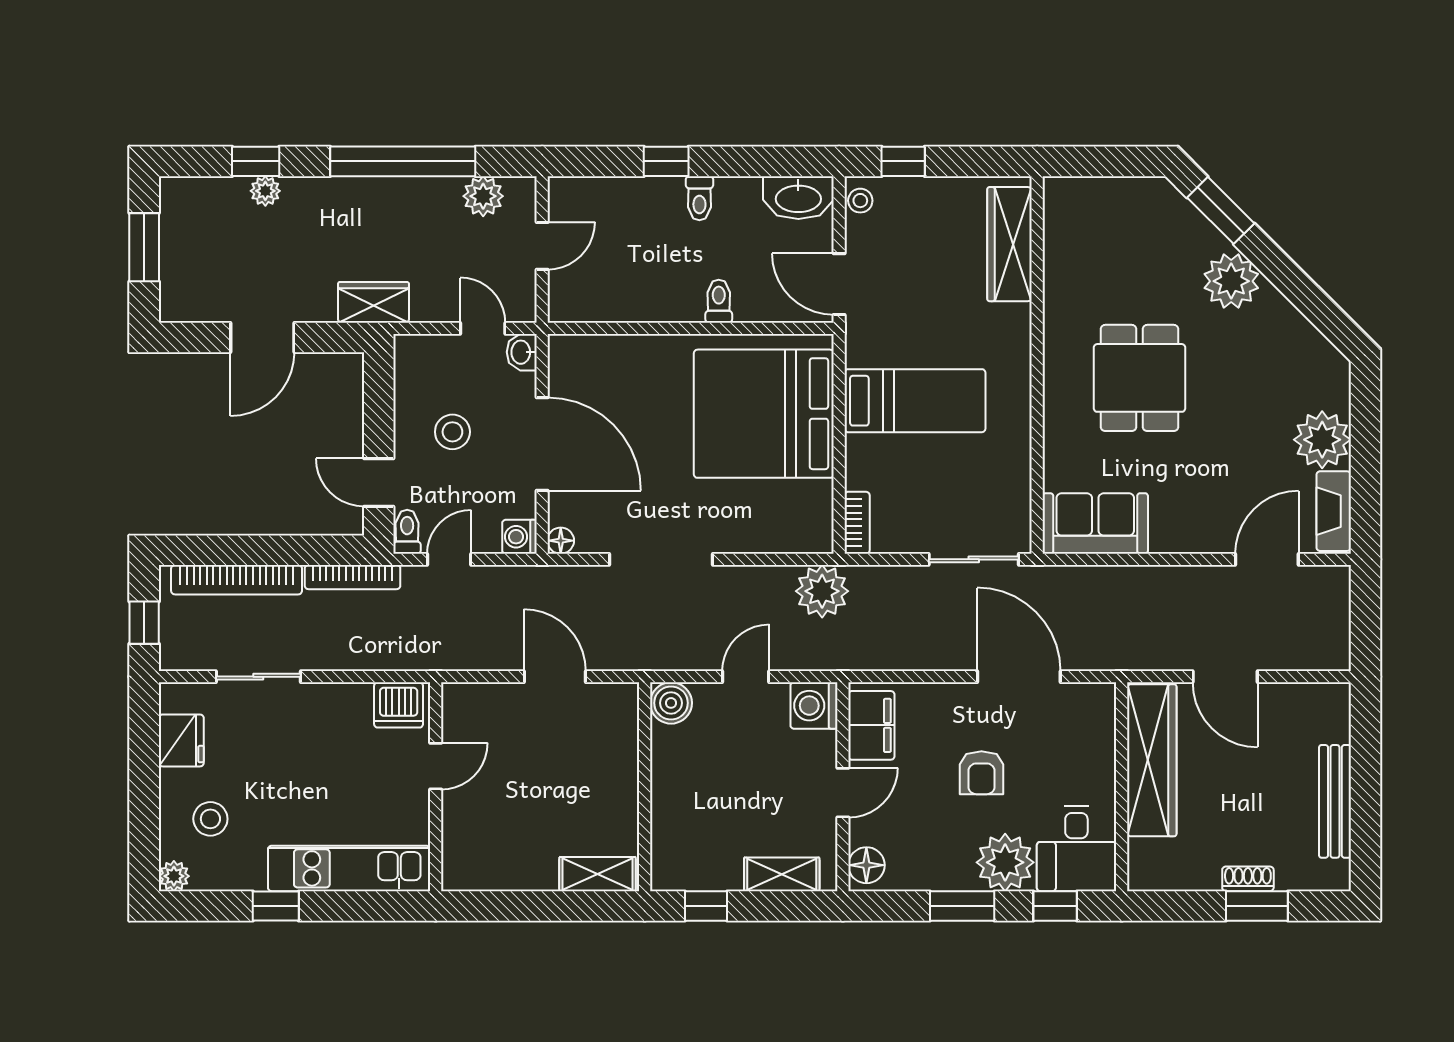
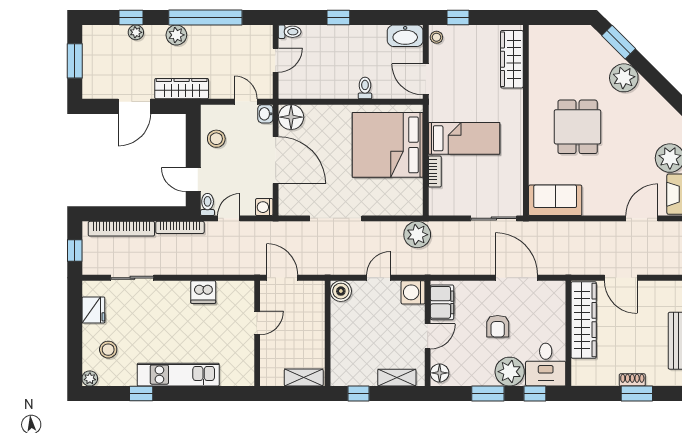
plant: (483, 196) -> (176, 35), moved
toilet: (699, 198) -> (290, 32), moved, turned -90
wardrobe: (373, 302) -> (182, 89), width x1.50
stool: (452, 432) -> (216, 139), moved
bookcase: (857, 523) -> (435, 171), moved
floor lamp: (561, 541) -> (291, 117), moved, width x1.89, depth x1.89
door: (436, 766) -> (257, 323), moved
wall: (436, 787) -> (257, 333), moved

